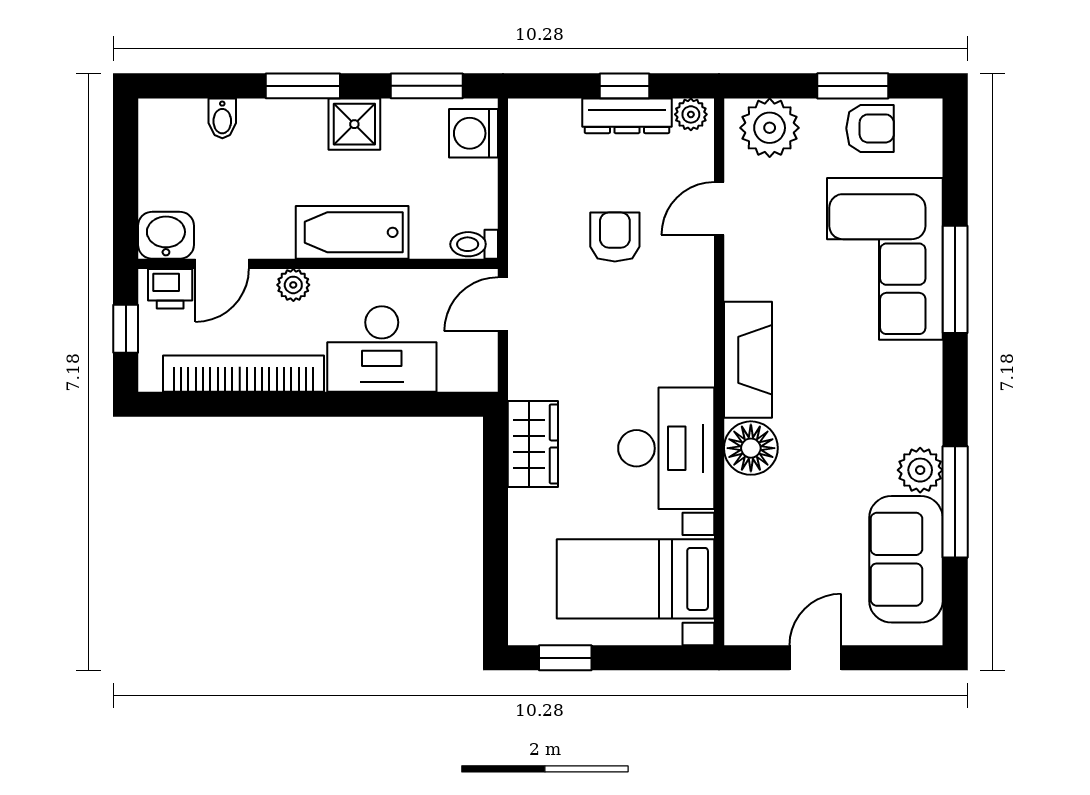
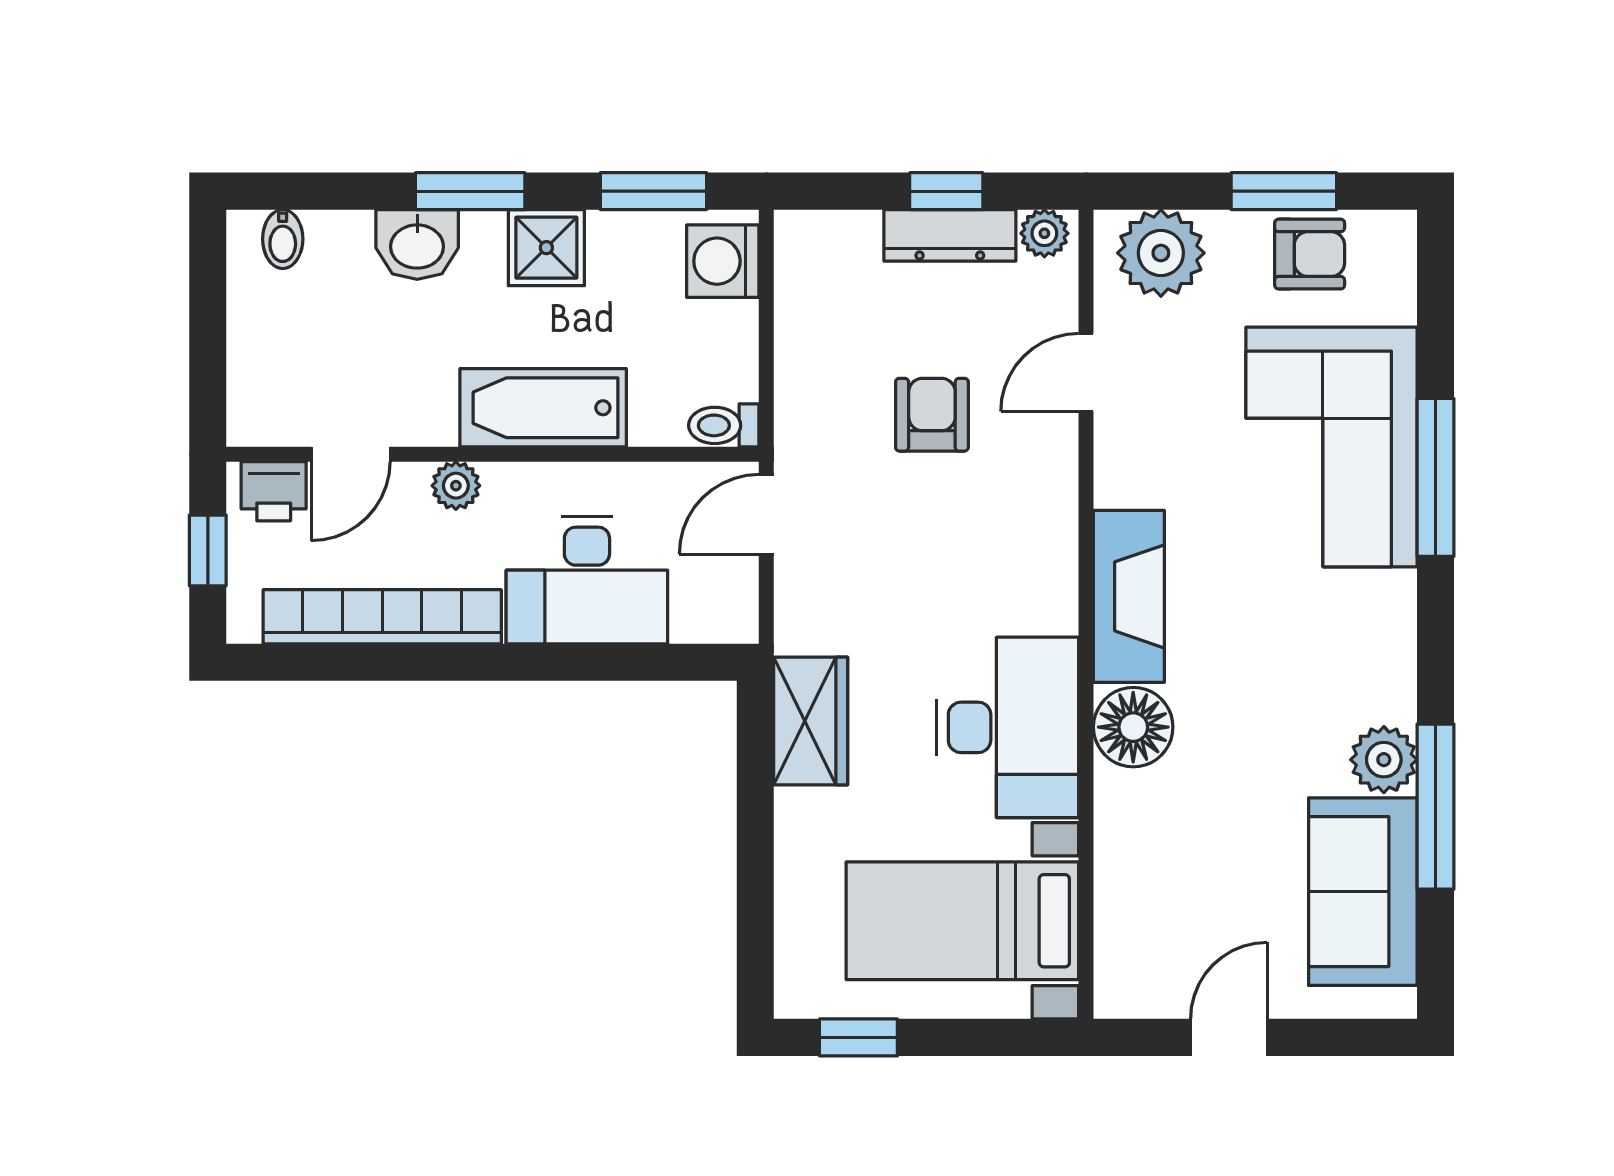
bidet: (222, 118) -> (283, 239), moved
washbasin: (166, 235) -> (417, 244), moved, turned 180

